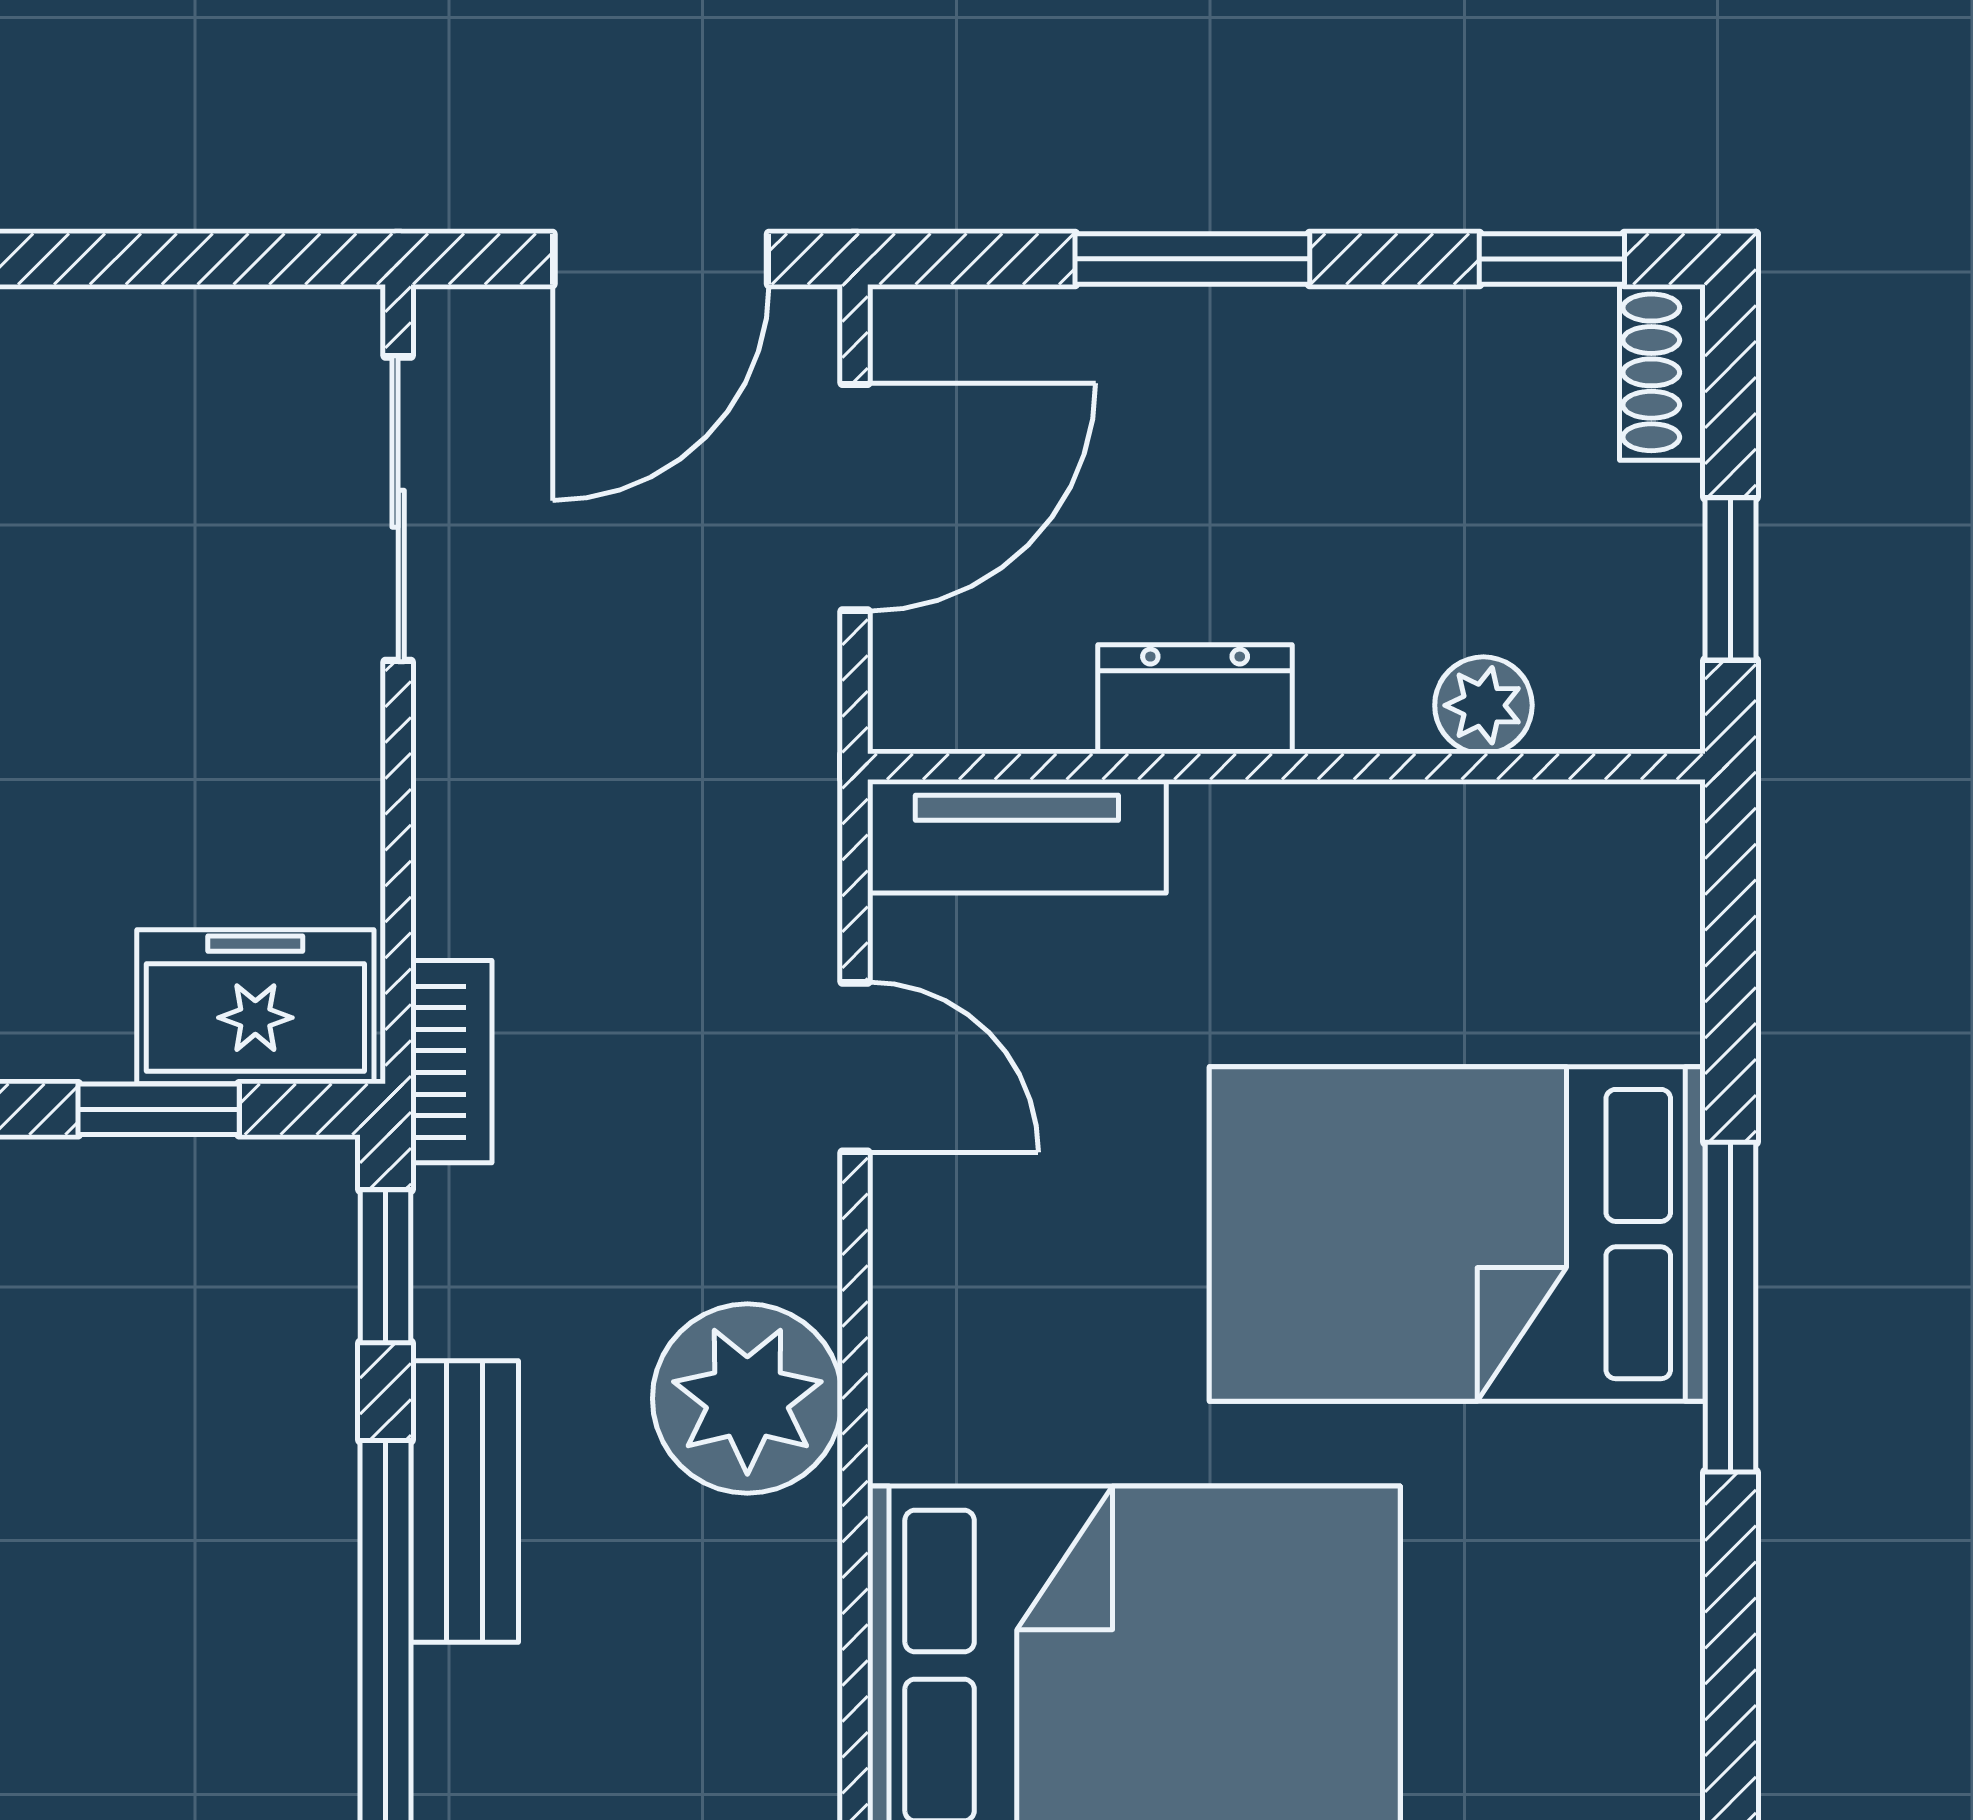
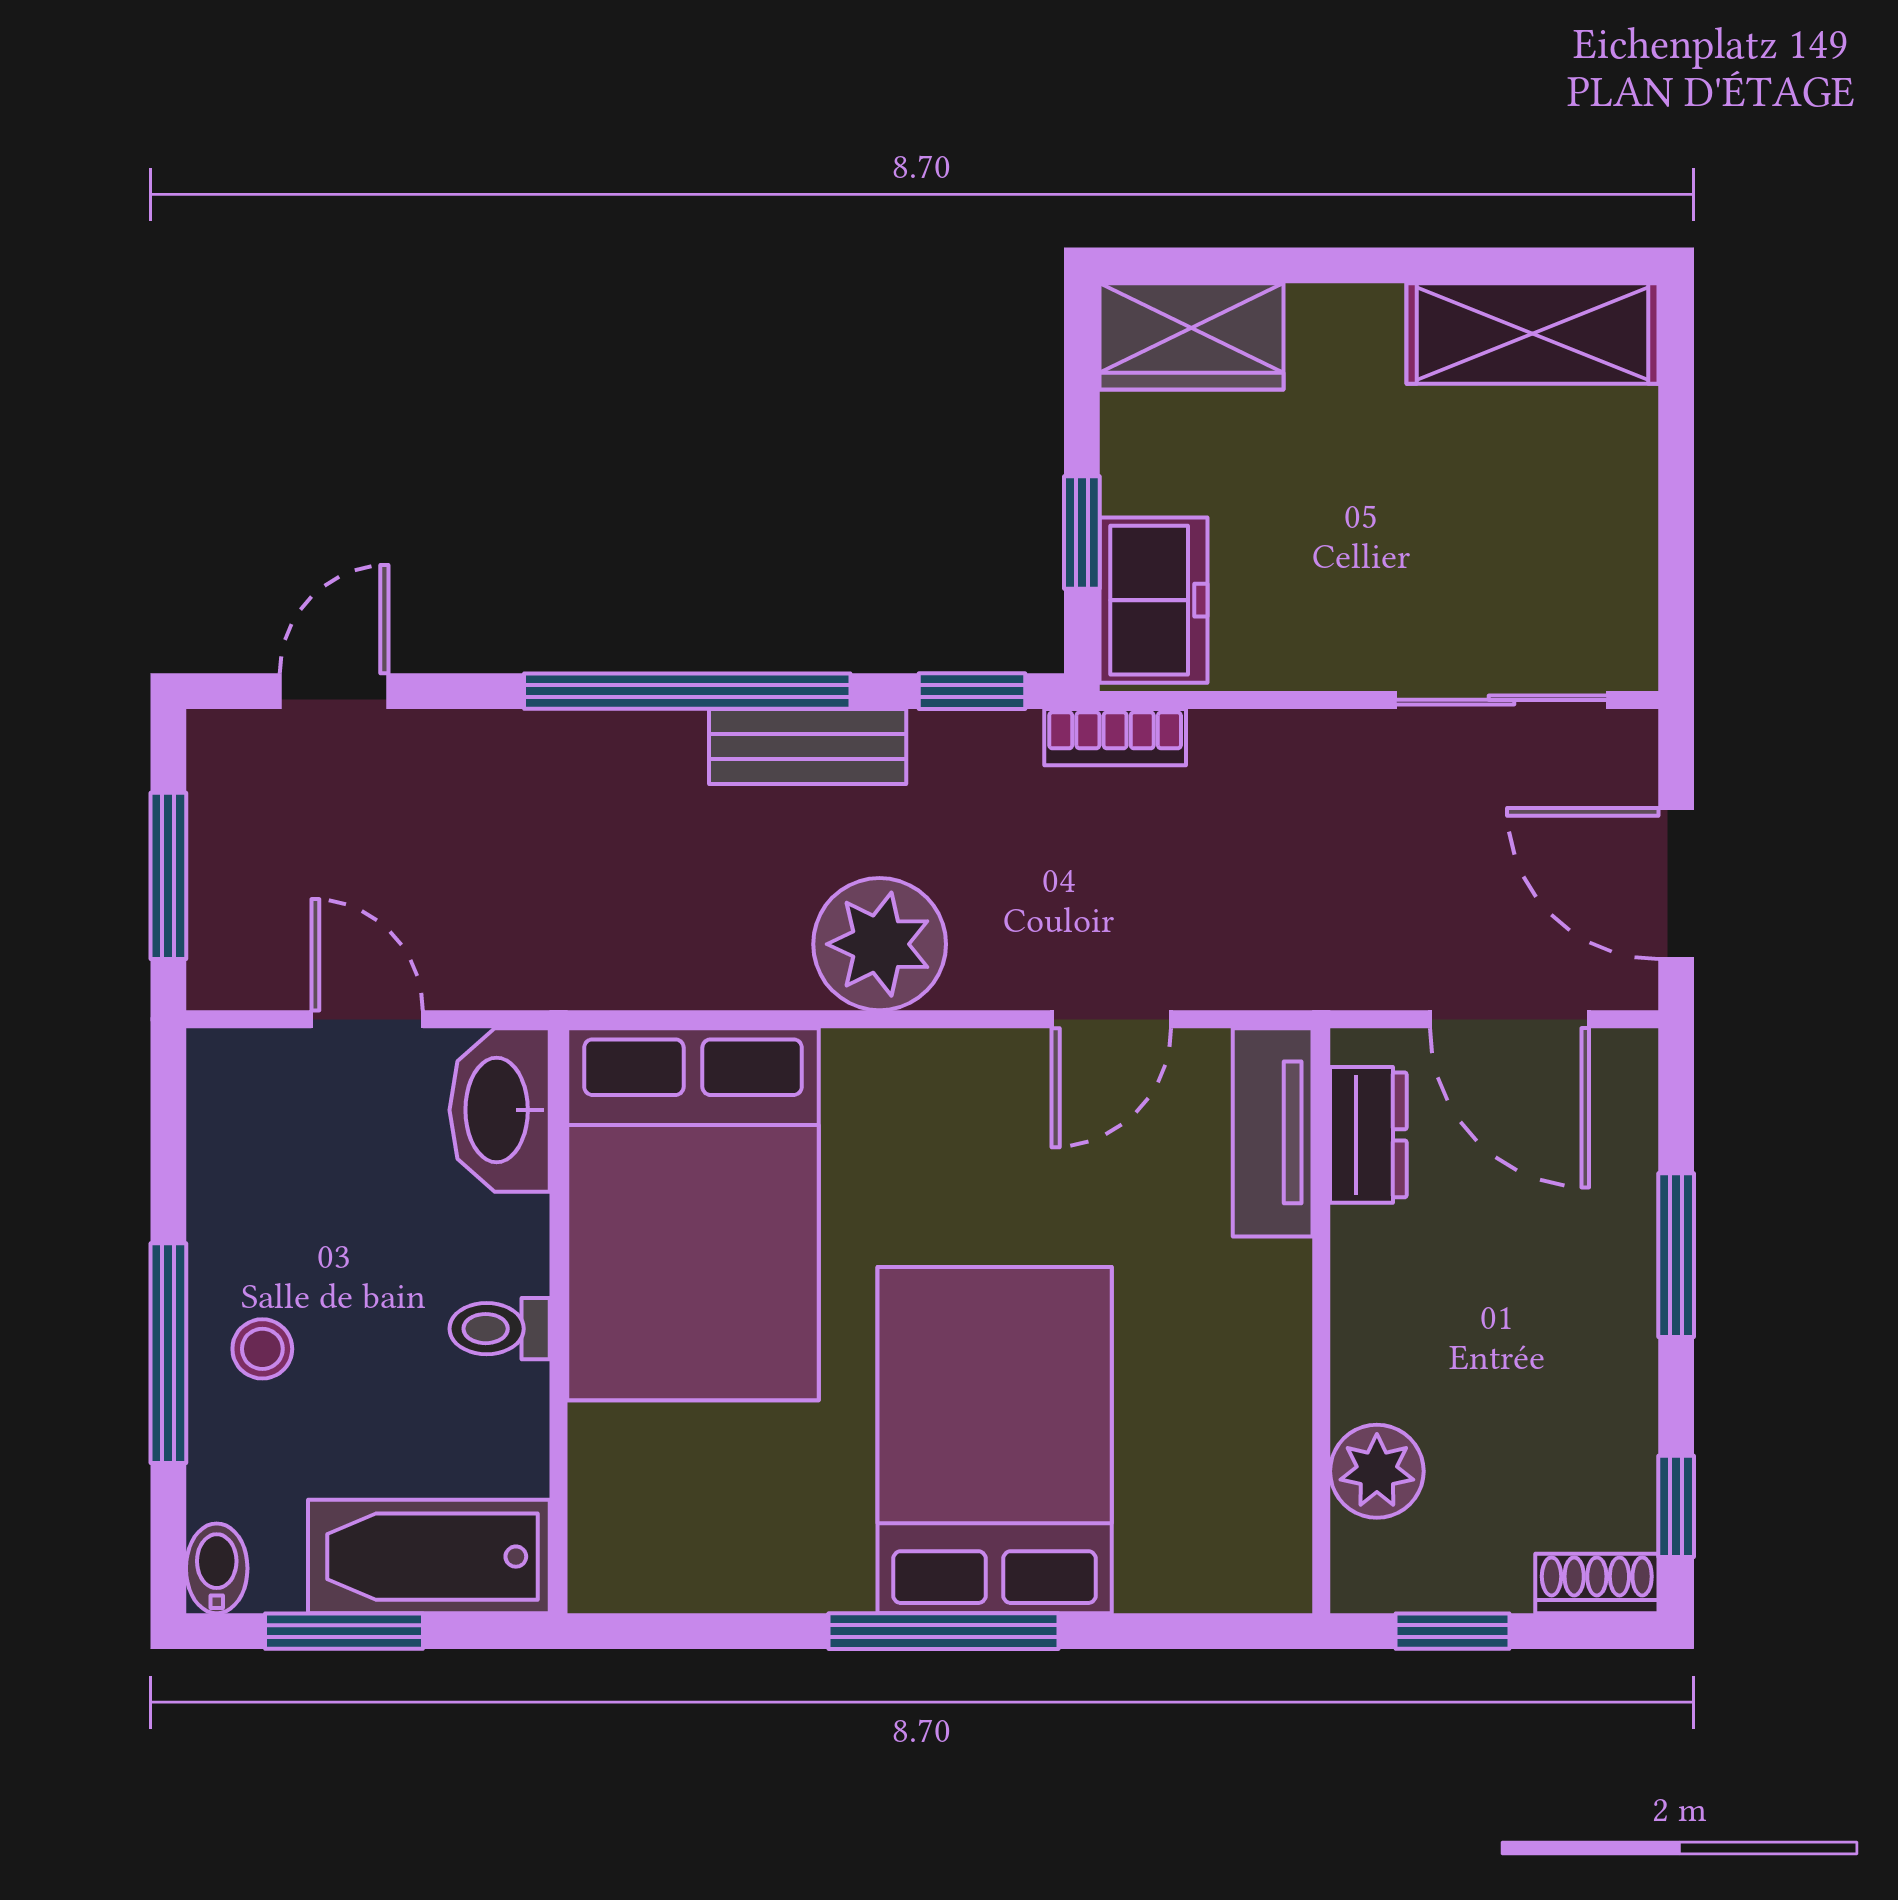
dresser: (1195, 699) -> (1368, 1135), moved
plant: (1483, 705) -> (1377, 1471), width x1.38, depth x1.38

